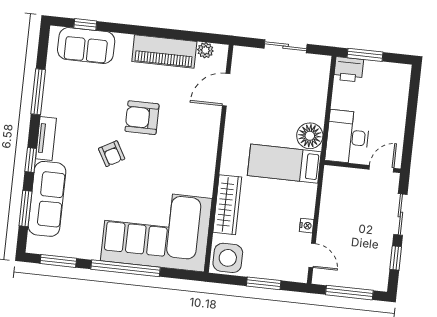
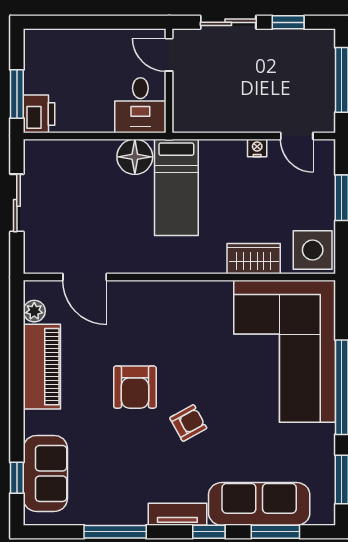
desk: (348, 137) -> (140, 105), width x0.73
wardrobe: (227, 205) -> (254, 259), width x0.67
door: (312, 255) -> (297, 136), swing flipped

